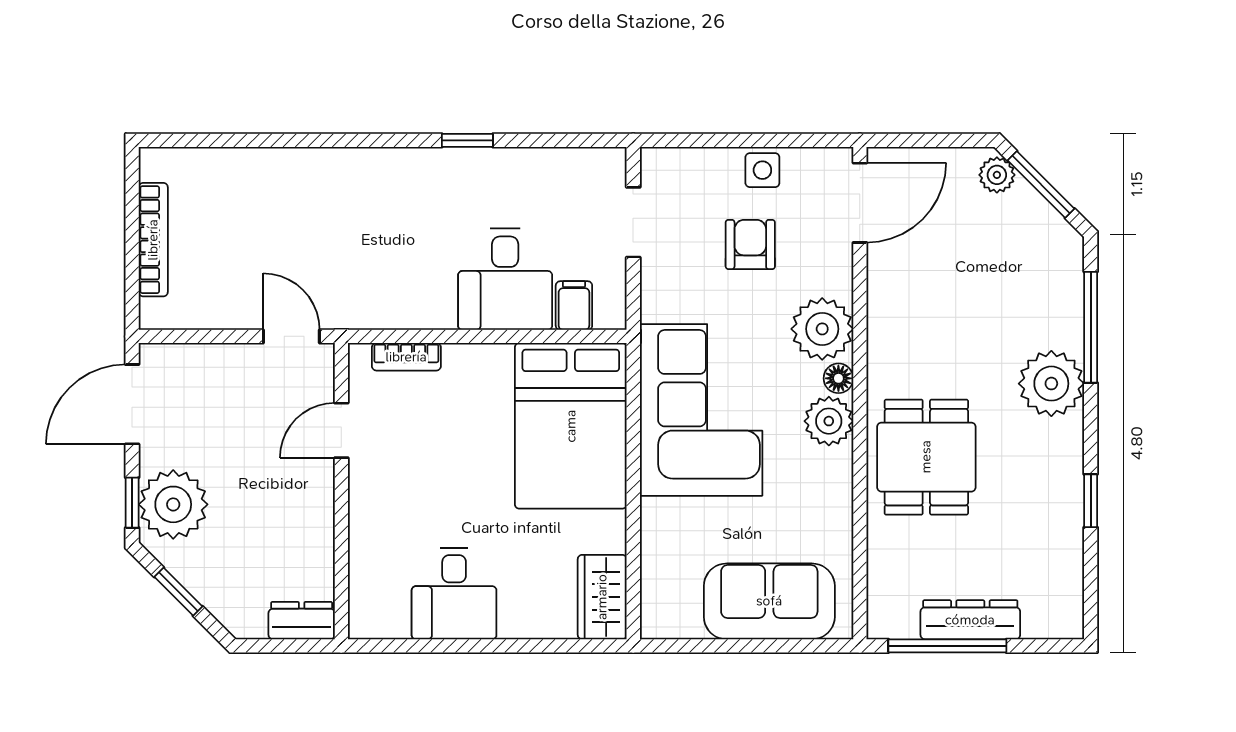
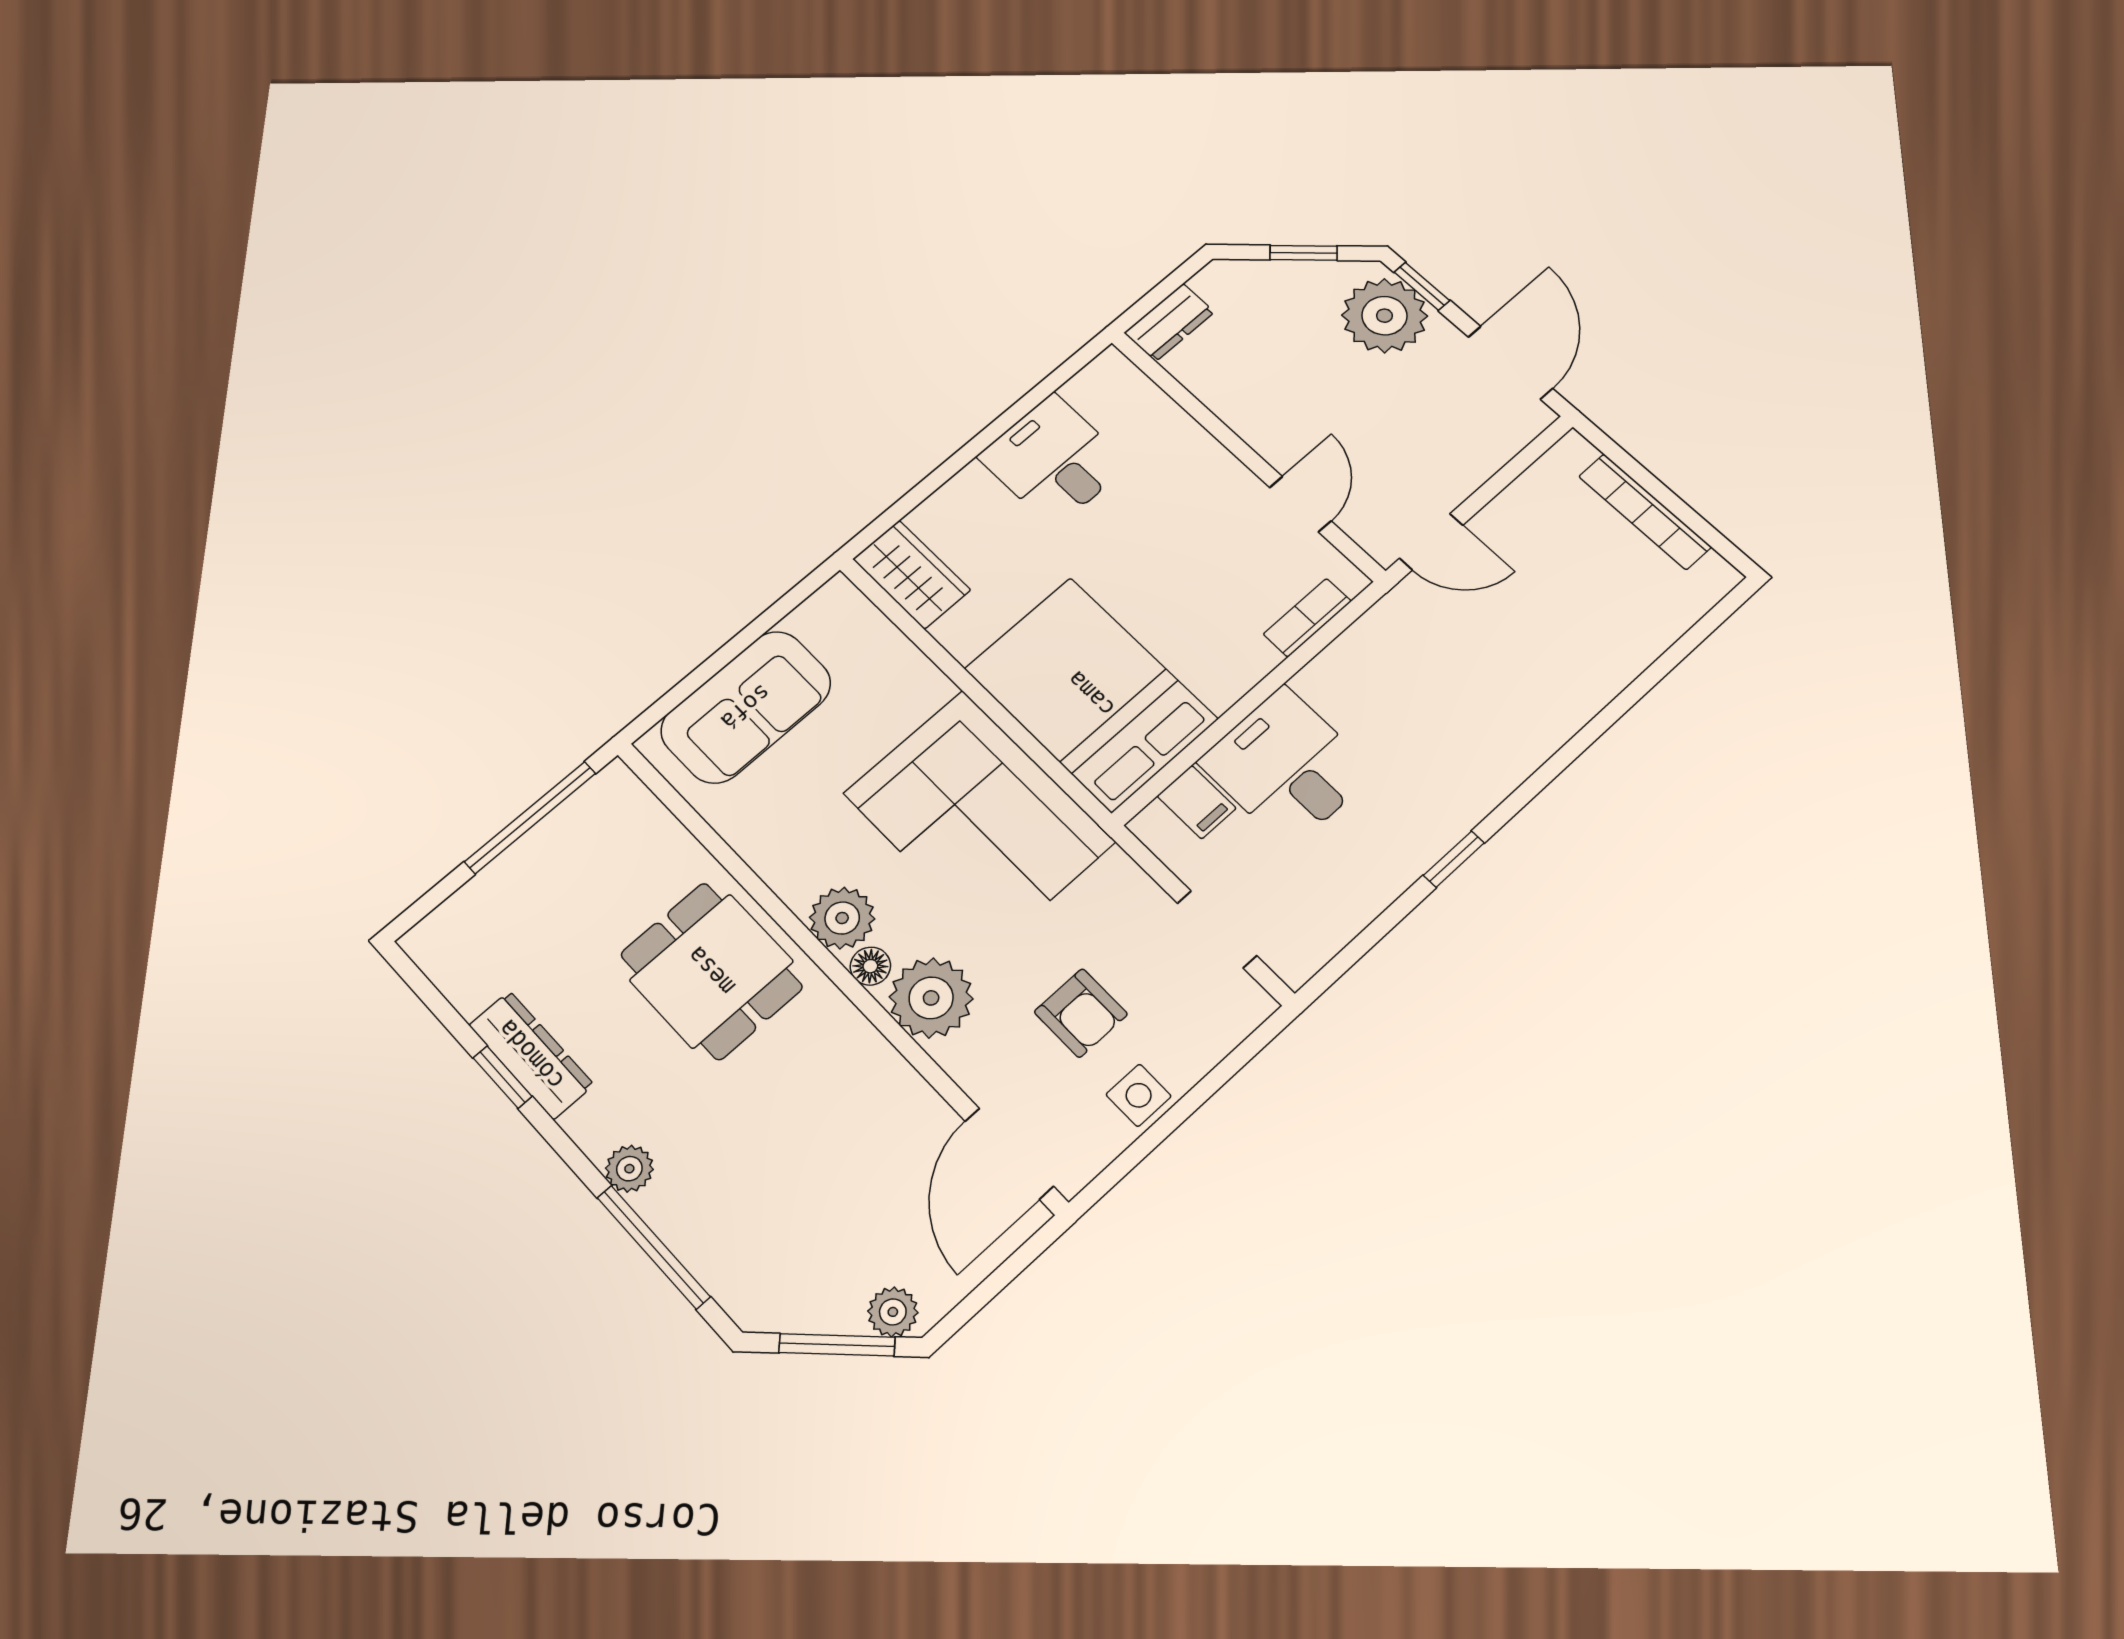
plant: (1051, 384) -> (629, 1169), width x0.53, depth x0.53
dresser: (970, 620) -> (531, 1055), moved, turned -90

